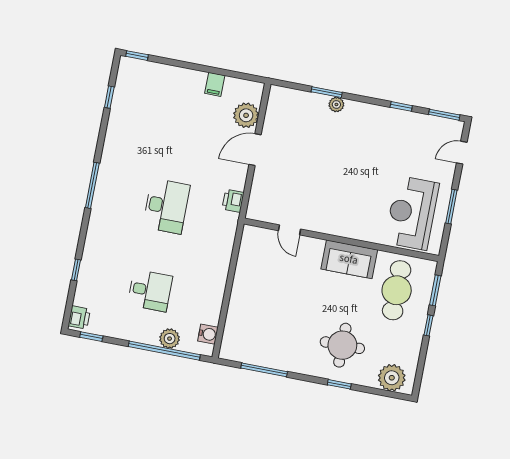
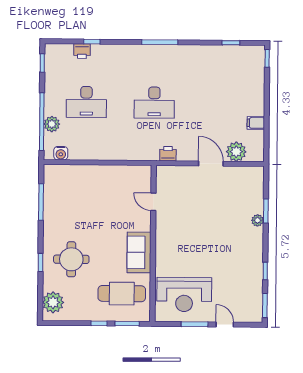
door: (462, 153) -> (225, 325), moved
reception desk: (412, 213) -> (184, 294), turned 180
door: (289, 230) -> (153, 202), hinge flipped
desk: (150, 290) -> (86, 102), width x1.37
printer: (79, 317) -> (82, 51), moved

